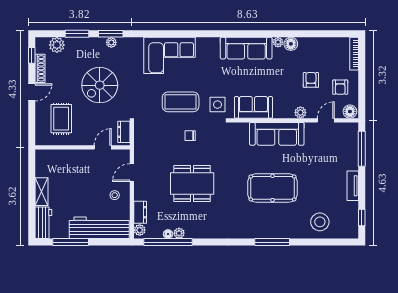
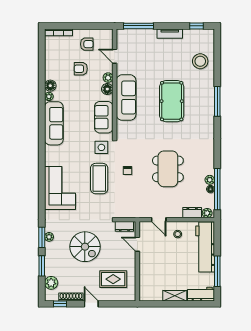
floor lamp: (350, 112) -> (107, 89), moved

